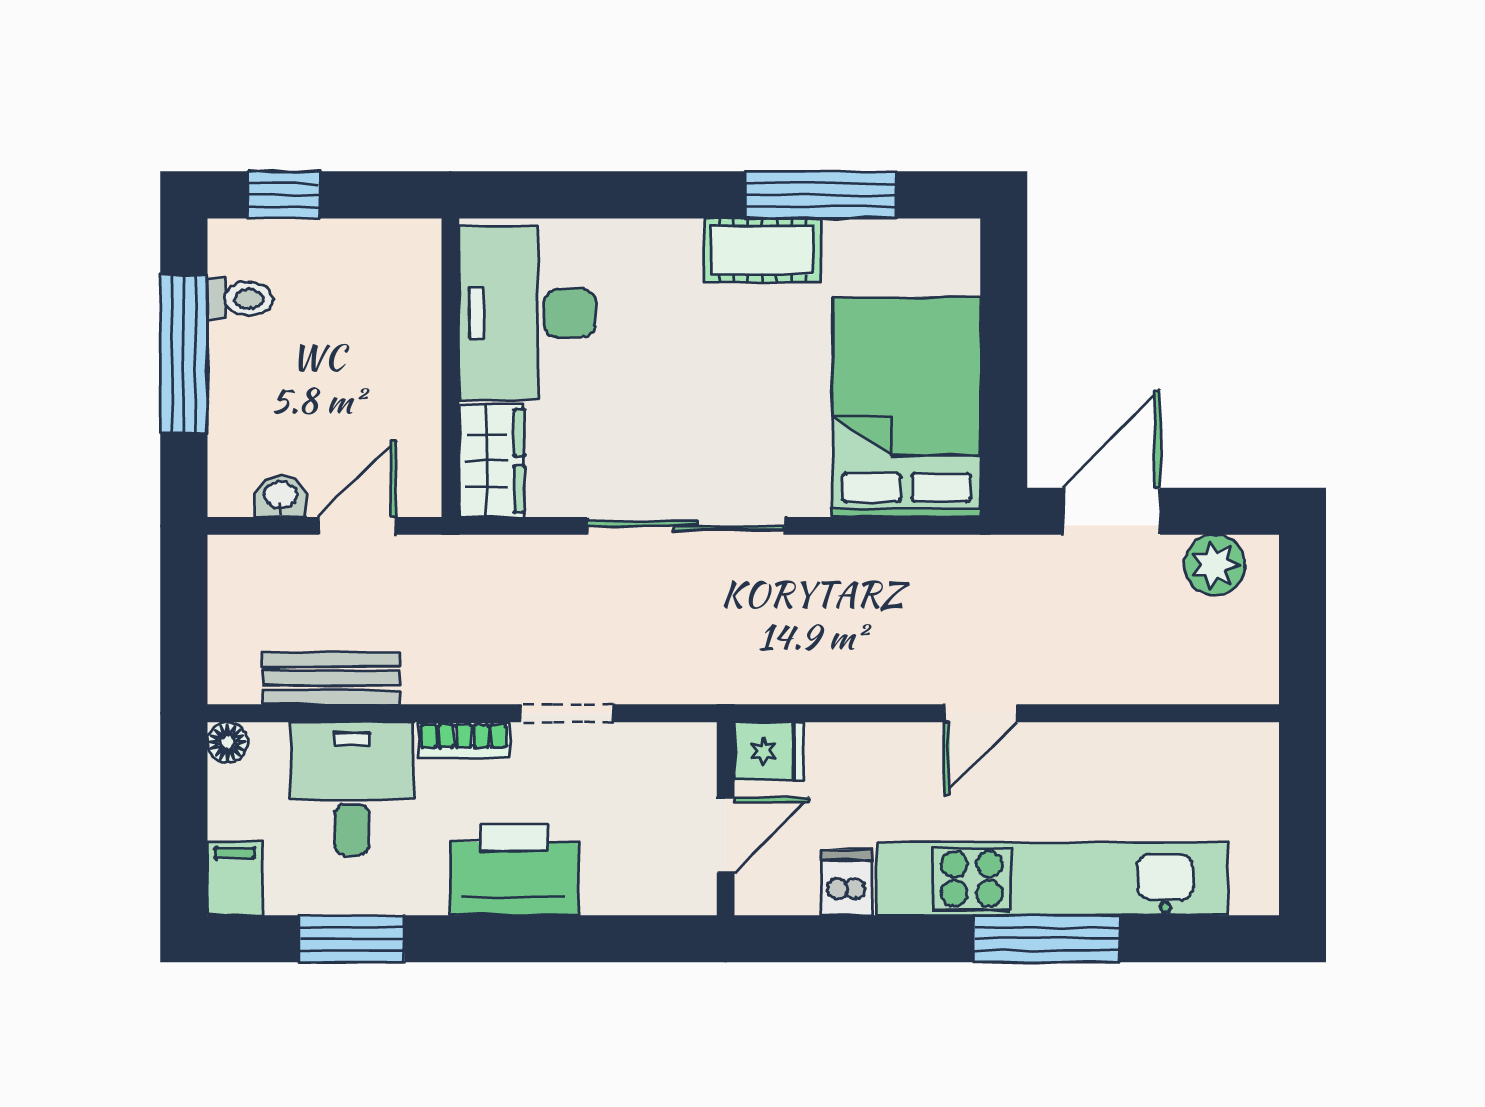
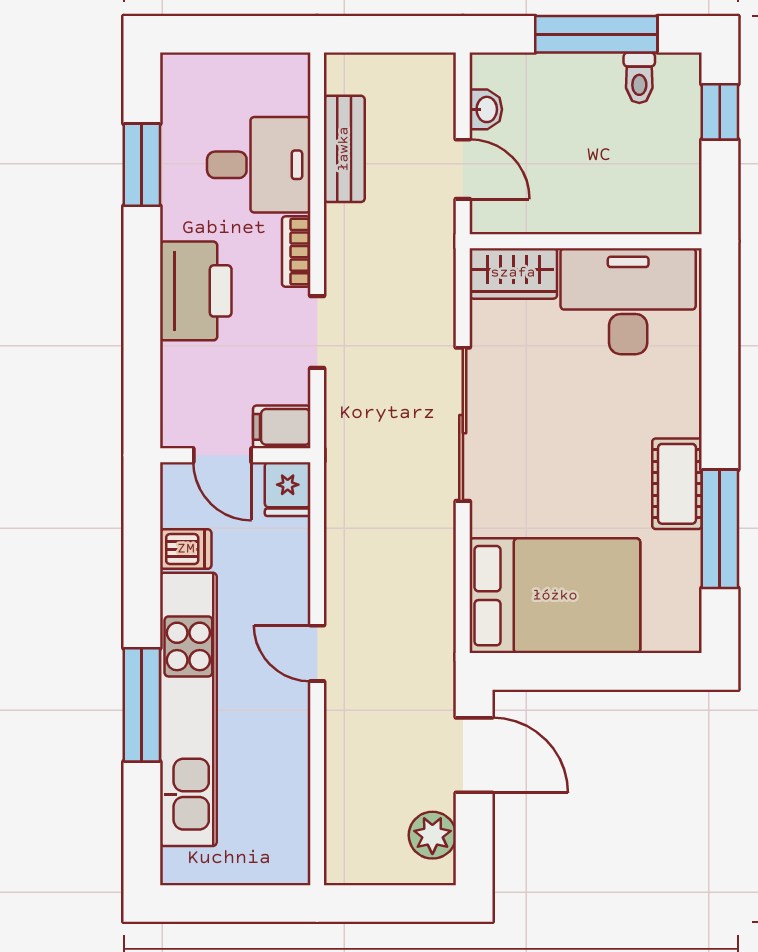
floor lamp: (227, 742) -> (295, 68), removed
filing cabinet: (235, 878) -> (282, 427), moved, turned 180

